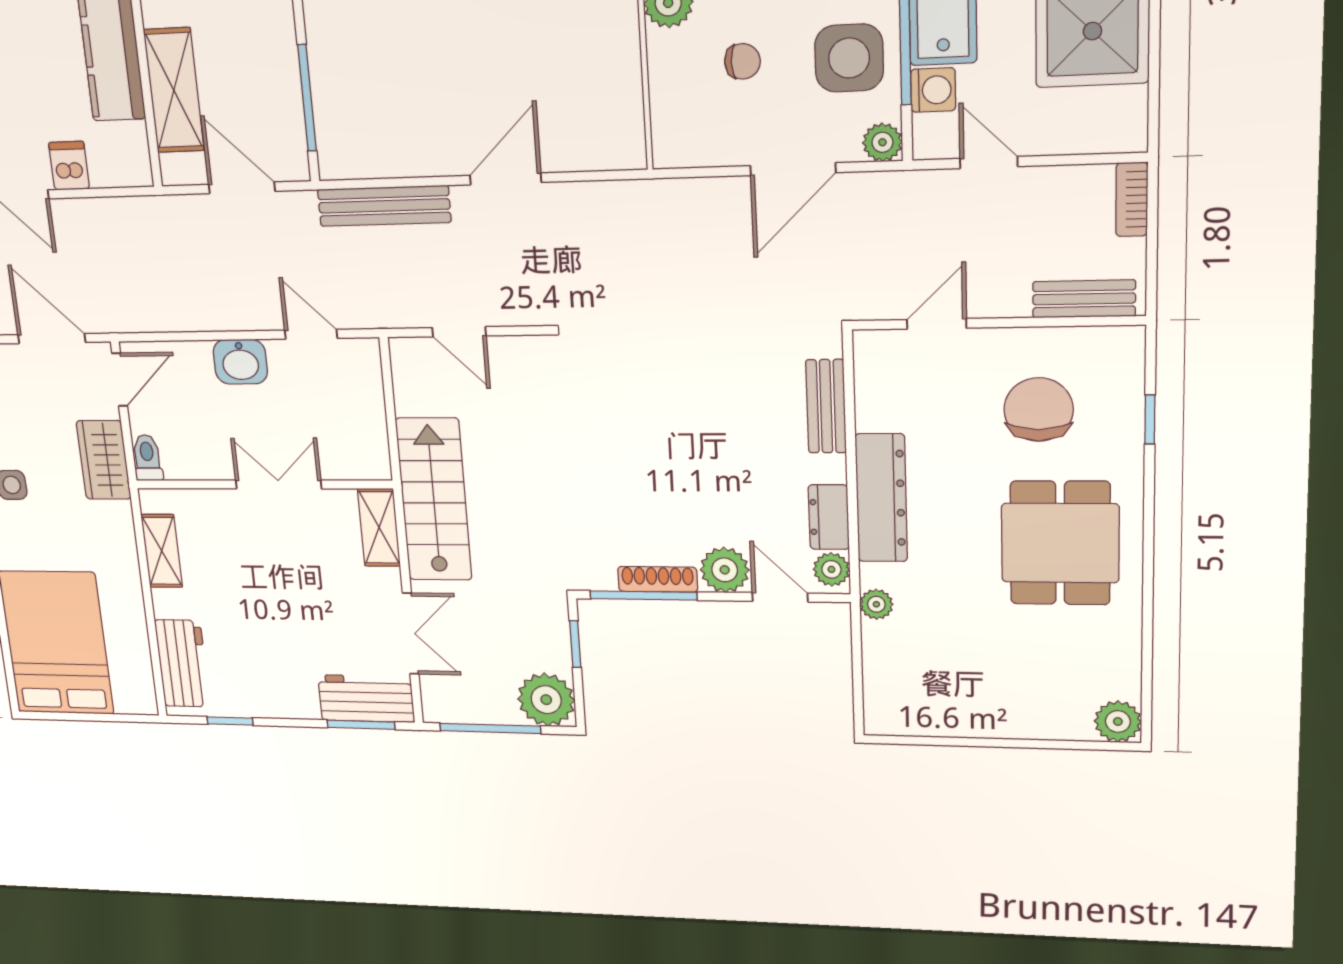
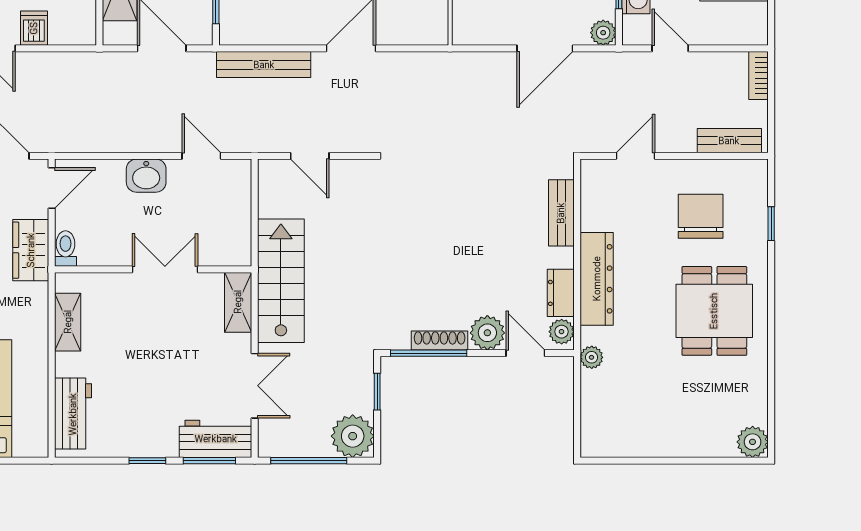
window: (230, 721) -> (147, 461), moved

